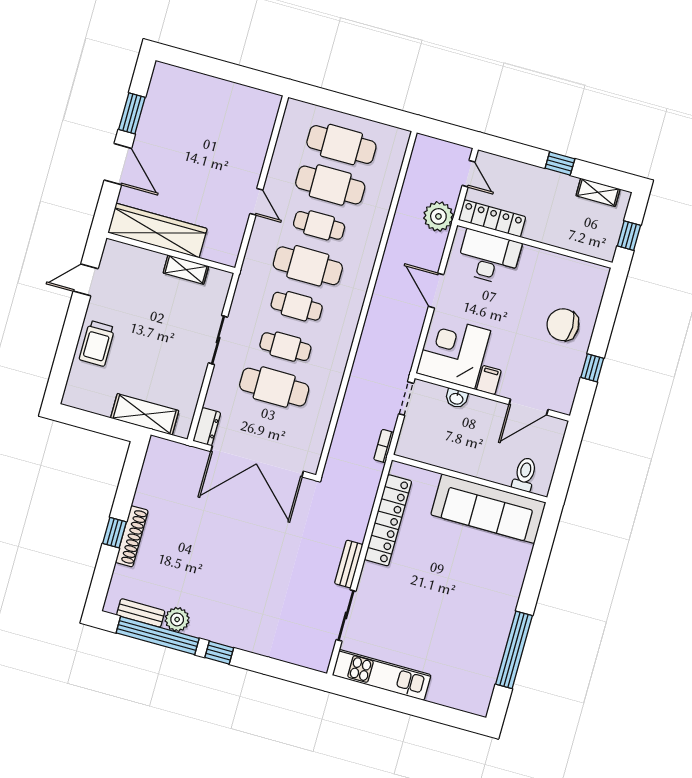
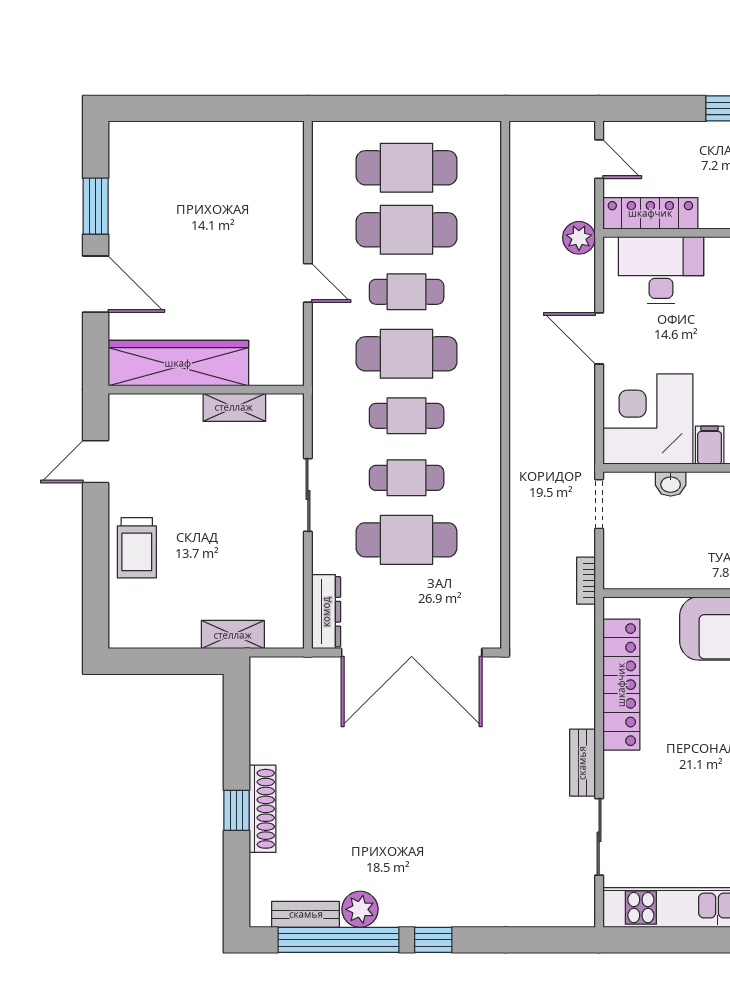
plant: (438, 216) -> (579, 238), width x0.73, depth x0.73
shelving: (145, 414) -> (233, 635), width x0.67, depth x0.75
dresser: (207, 427) -> (326, 612), width x1.44

